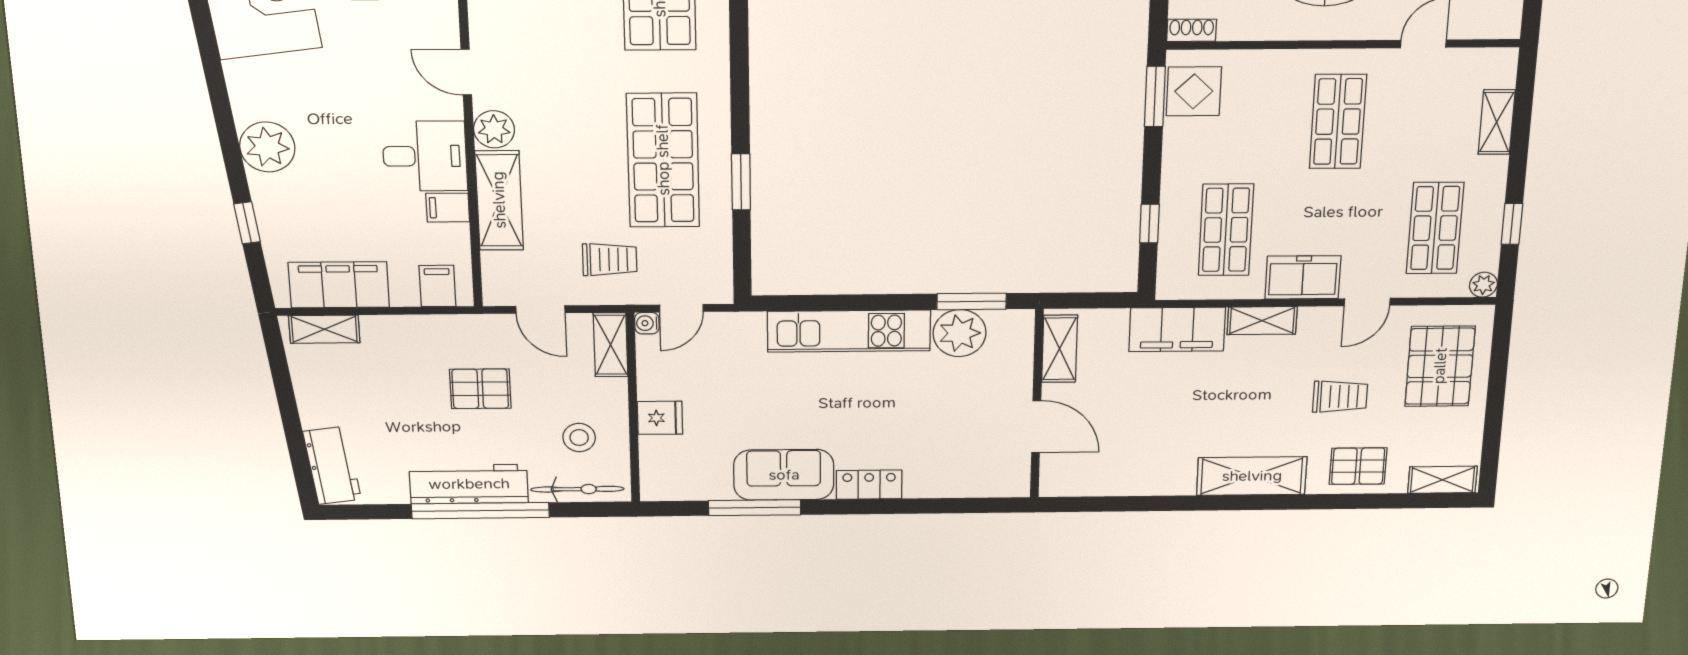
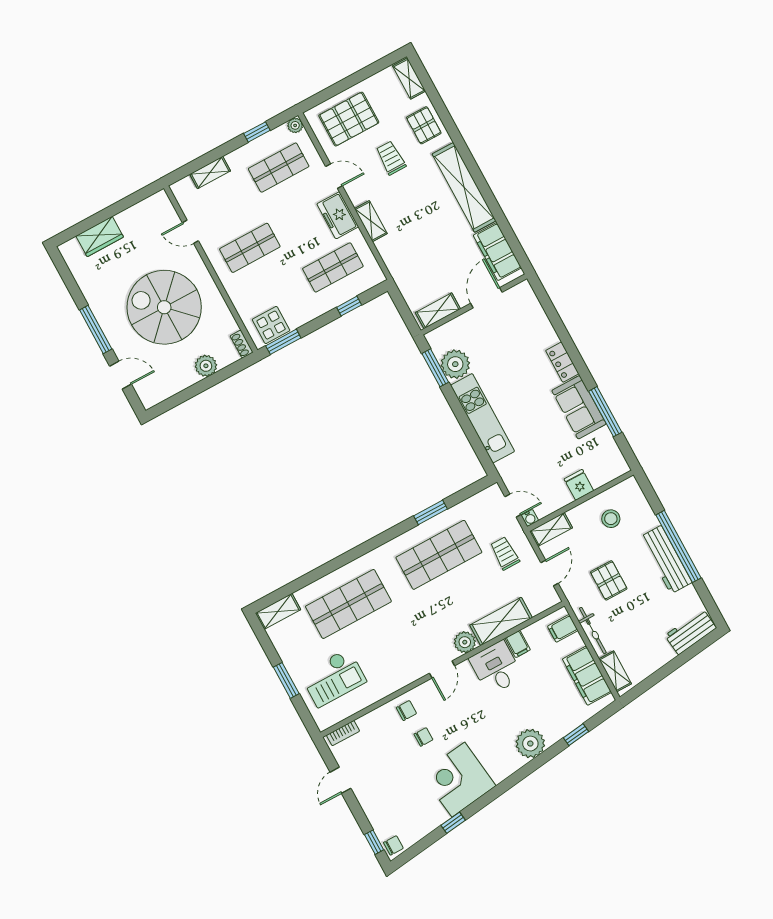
filing cabinet: (1177, 330) -> (497, 252), moved, turned 180
shelving: (1252, 476) -> (464, 187), width x1.47
bicycle: (577, 489) -> (593, 631), moved, turned 180

